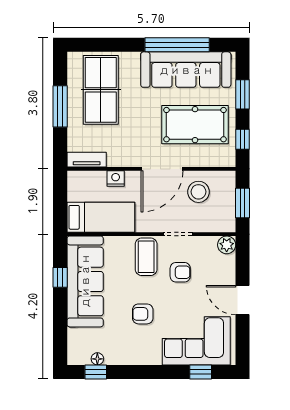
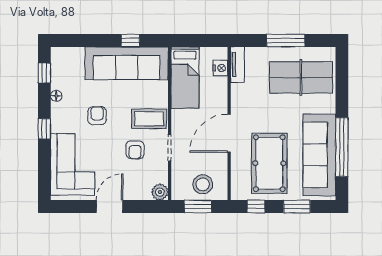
door: (162, 169) -> (229, 133), hinge flipped
nightstand: (116, 178) -> (220, 68), moved
stool: (198, 192) -> (203, 184), moved
floor lamp: (97, 359) -> (56, 96), moved
window: (201, 372) -> (44, 129), moved

